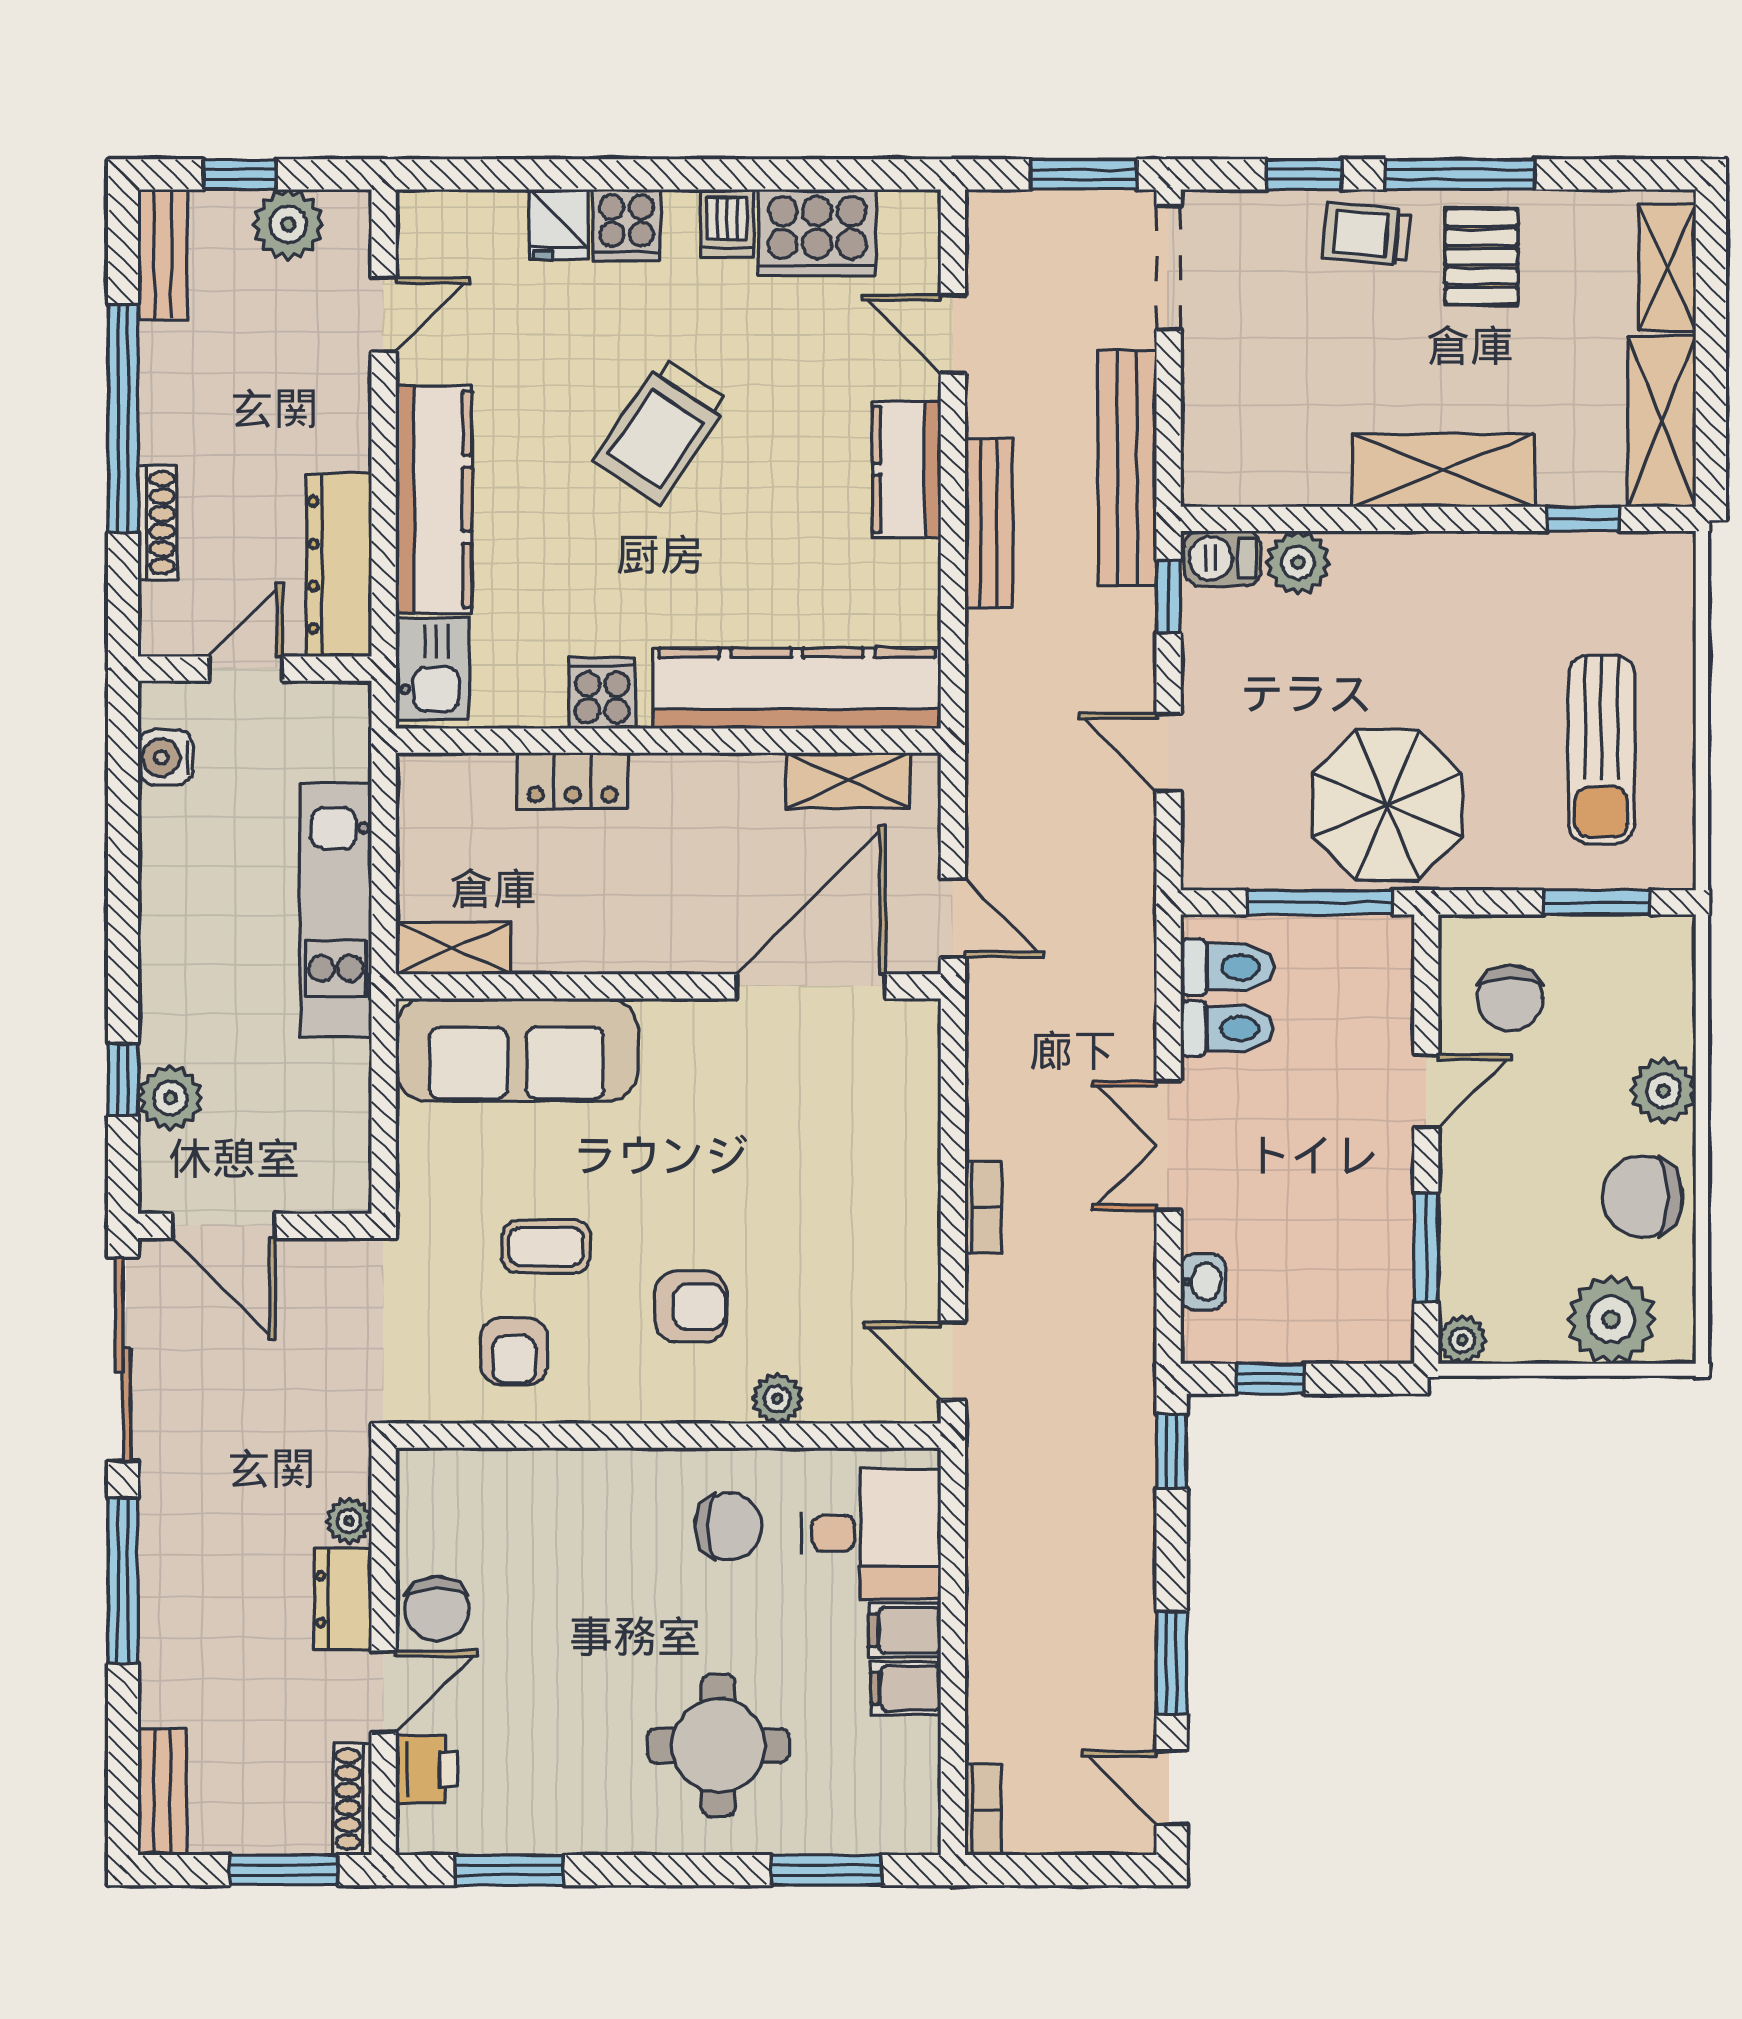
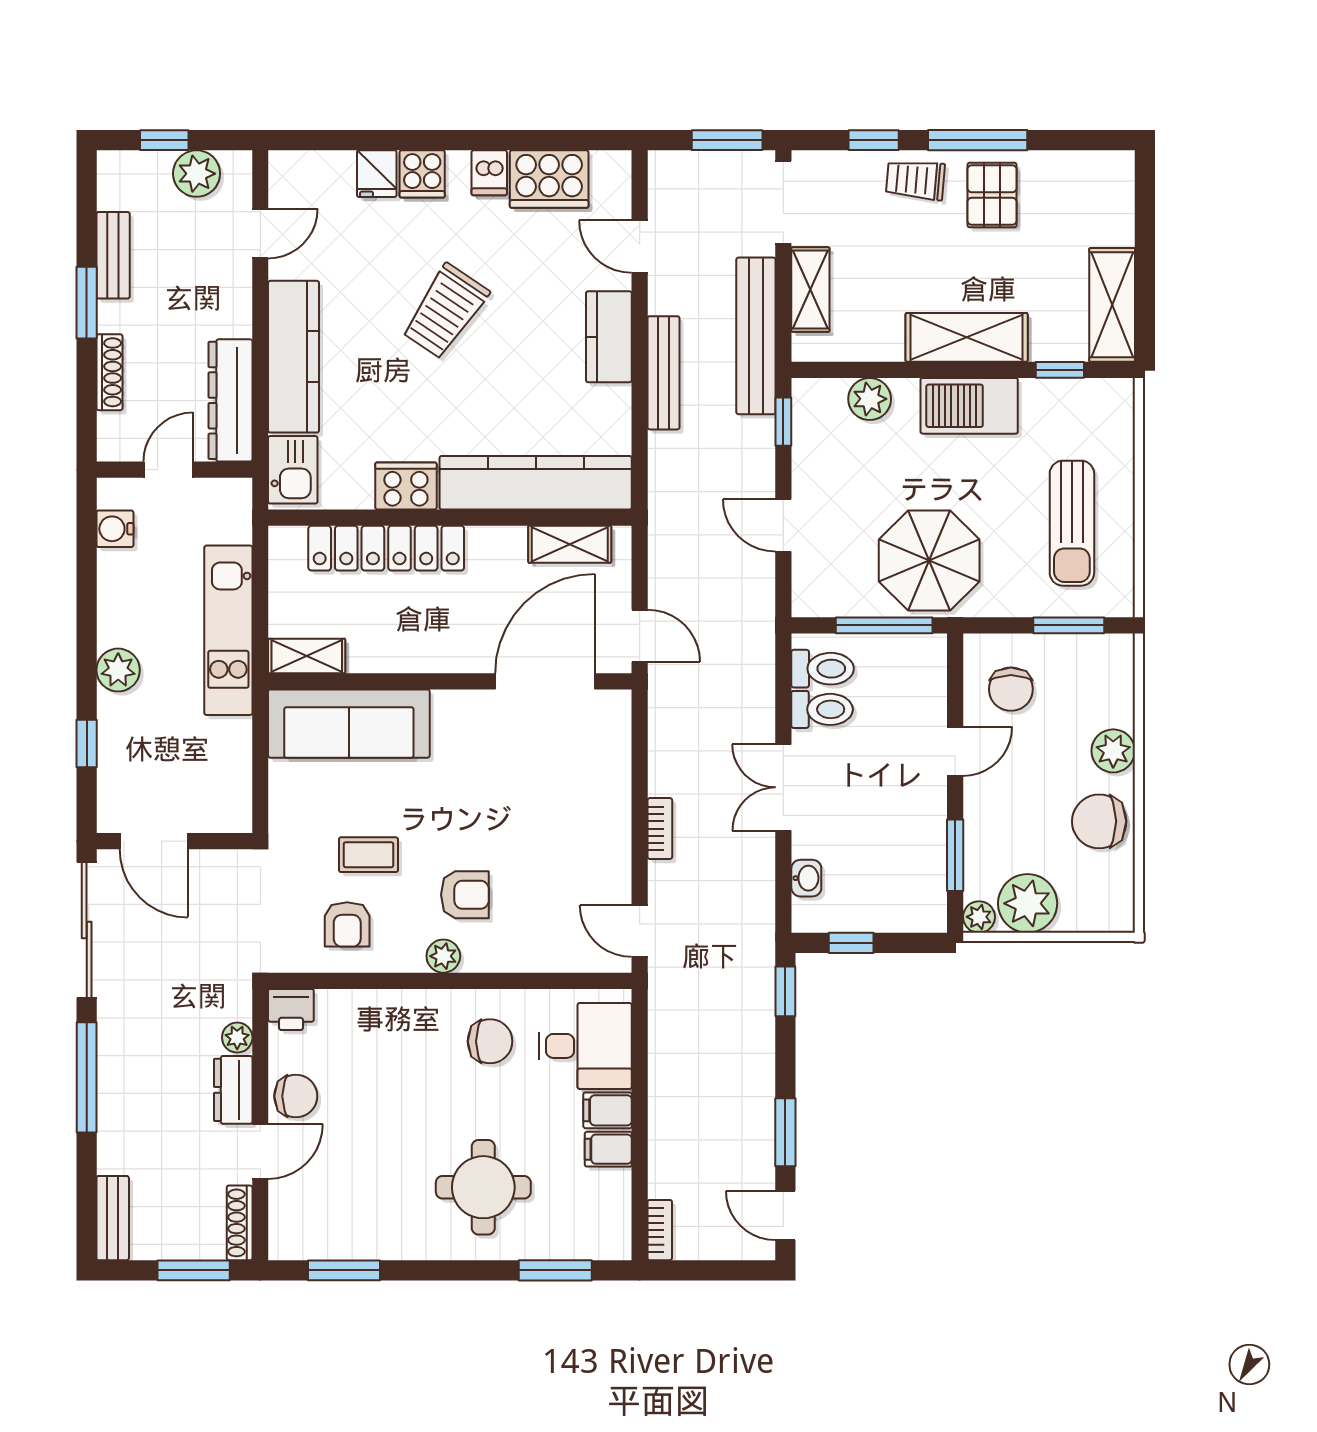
bench: (163, 254) -> (113, 255), moved
shelving: (1667, 268) -> (810, 290), moved
window: (123, 418) -> (87, 303), width x0.47
barbecue: (1223, 558) -> (969, 406), moved, width x1.88, depth x1.53
cooker: (602, 693) -> (406, 486), width x1.36
locker: (573, 781) -> (386, 548), width x2.16, depth x1.21
plant: (170, 1098) -> (118, 670), moved
plant: (1611, 1320) -> (1028, 903), moved
plant: (777, 1399) -> (443, 956), moved
chair: (437, 1609) -> (296, 1096), turned -90
printer: (427, 1769) -> (291, 1009), moved, turned 90

